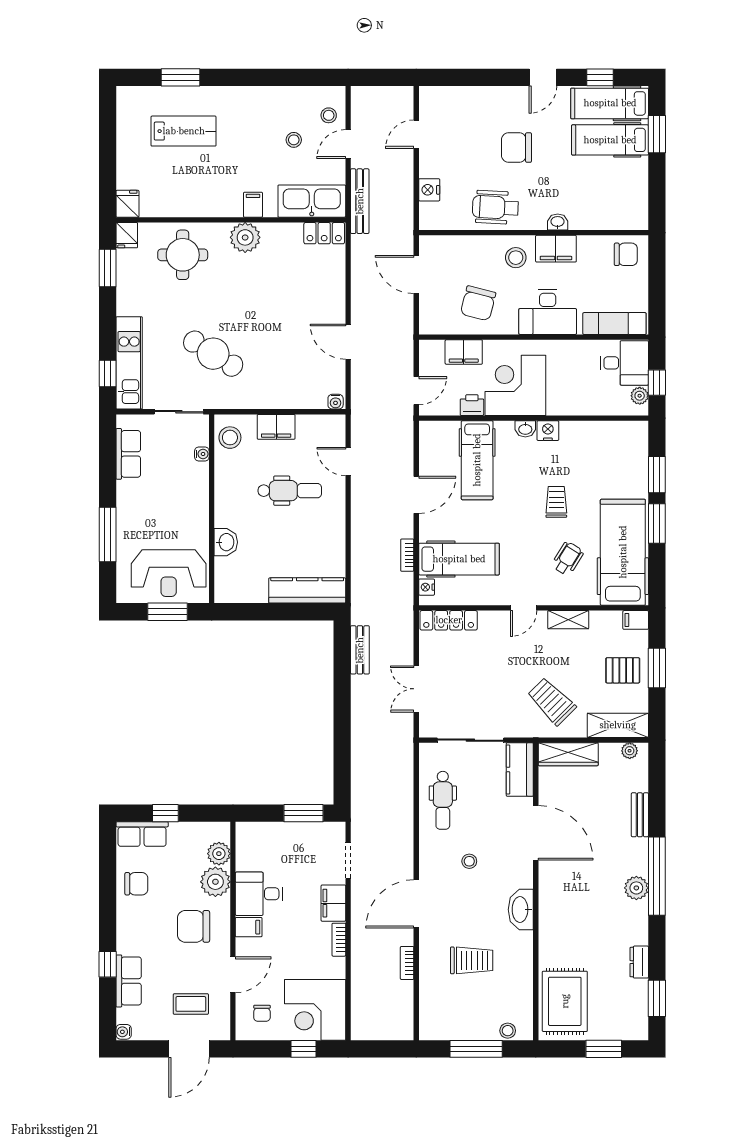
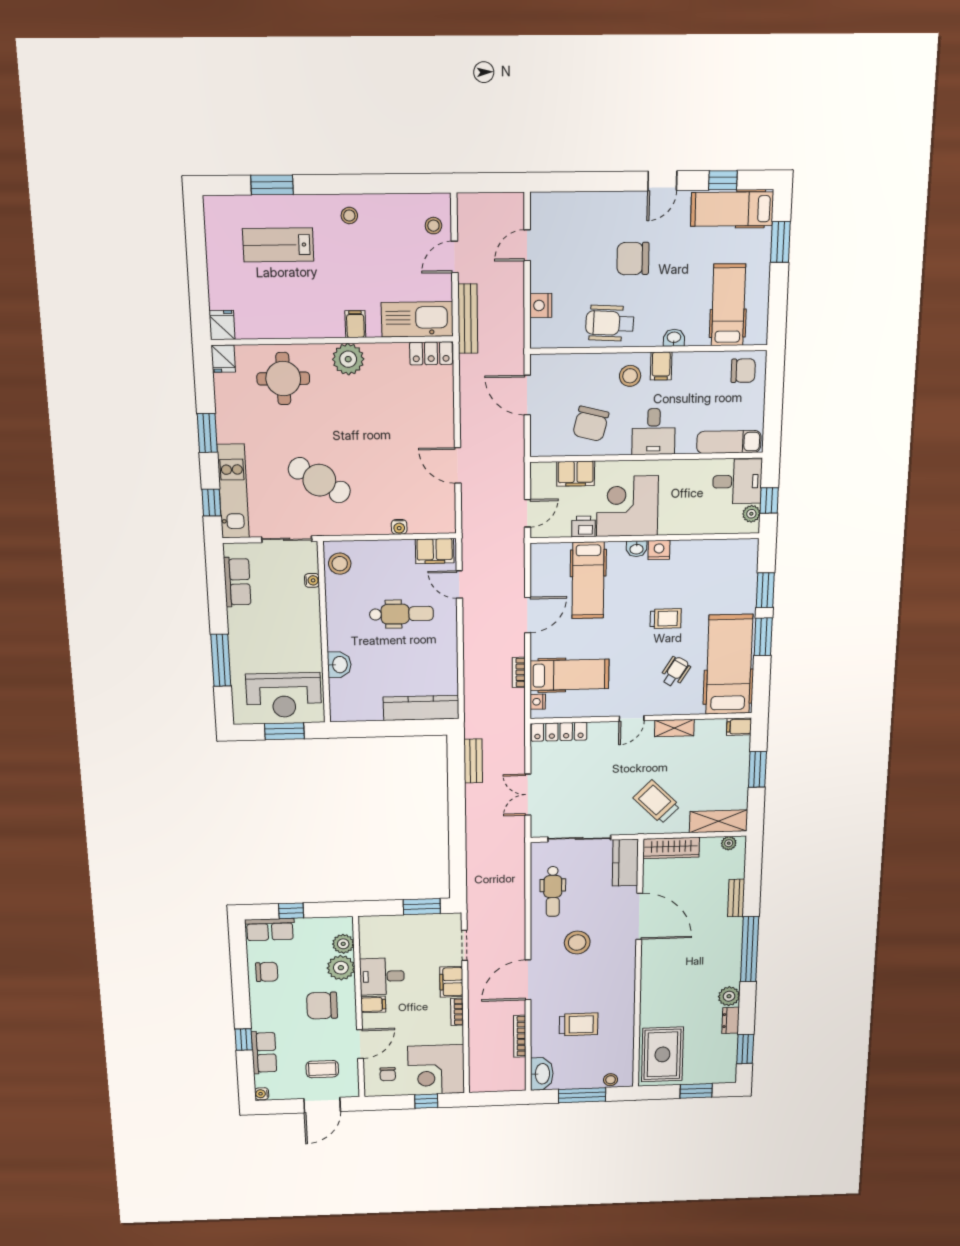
lab bench: (184, 131) -> (278, 245), turned 180
stool: (294, 140) -> (349, 216), moved
hospital bed: (610, 140) -> (728, 305), moved, turned 90
filing cabinet: (556, 249) -> (661, 366), width x0.50
window: (108, 268) -> (207, 433), moved
desk: (548, 312) -> (654, 432), width x0.73
water cooler: (336, 402) -> (399, 527), moved
filing cabinet: (276, 427) -> (435, 551), moved
trolley: (556, 502) -> (666, 619), turned 90
pallet: (623, 670) -> (725, 772), removed
stool: (469, 861) -> (577, 943), width x1.89, depth x1.89
plant: (636, 888) -> (729, 996), moved
washbasin: (521, 910) -> (542, 1074), moved, turned 180
bookcase: (407, 963) -> (520, 1036), width x1.56

